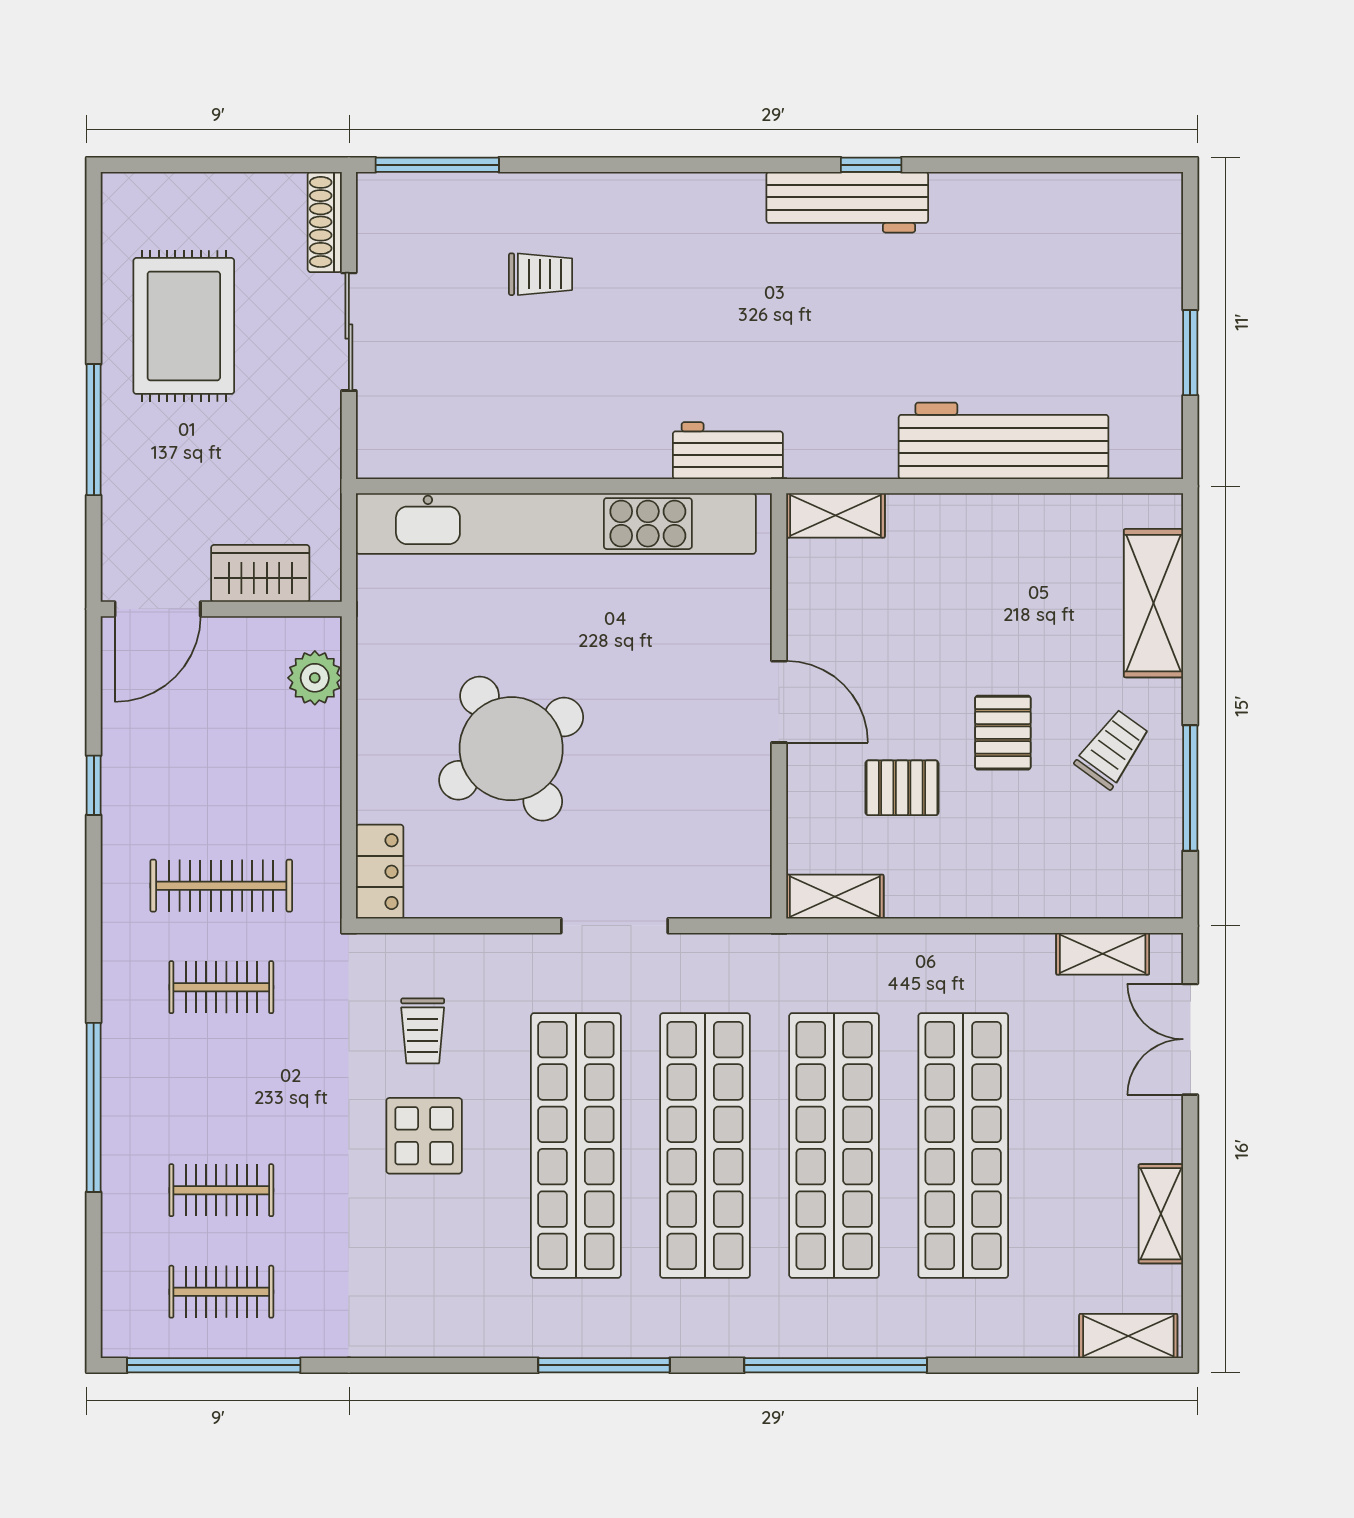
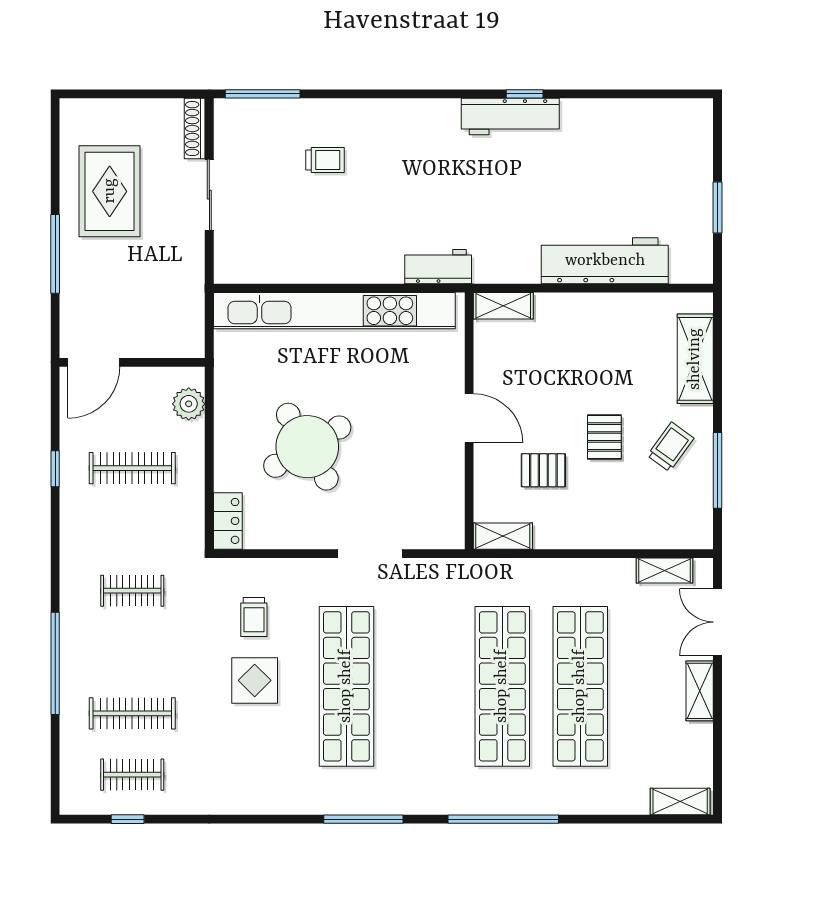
wardrobe: (260, 573) -> (156, 341), removed
clothes rail: (221, 886) -> (132, 468), moved
shop shelf: (705, 1146) -> (424, 686), removed
clothes rail: (221, 1190) -> (132, 713), width x1.36
shelving: (1161, 1214) -> (700, 691), moved
window: (214, 1365) -> (128, 819), width x0.32

